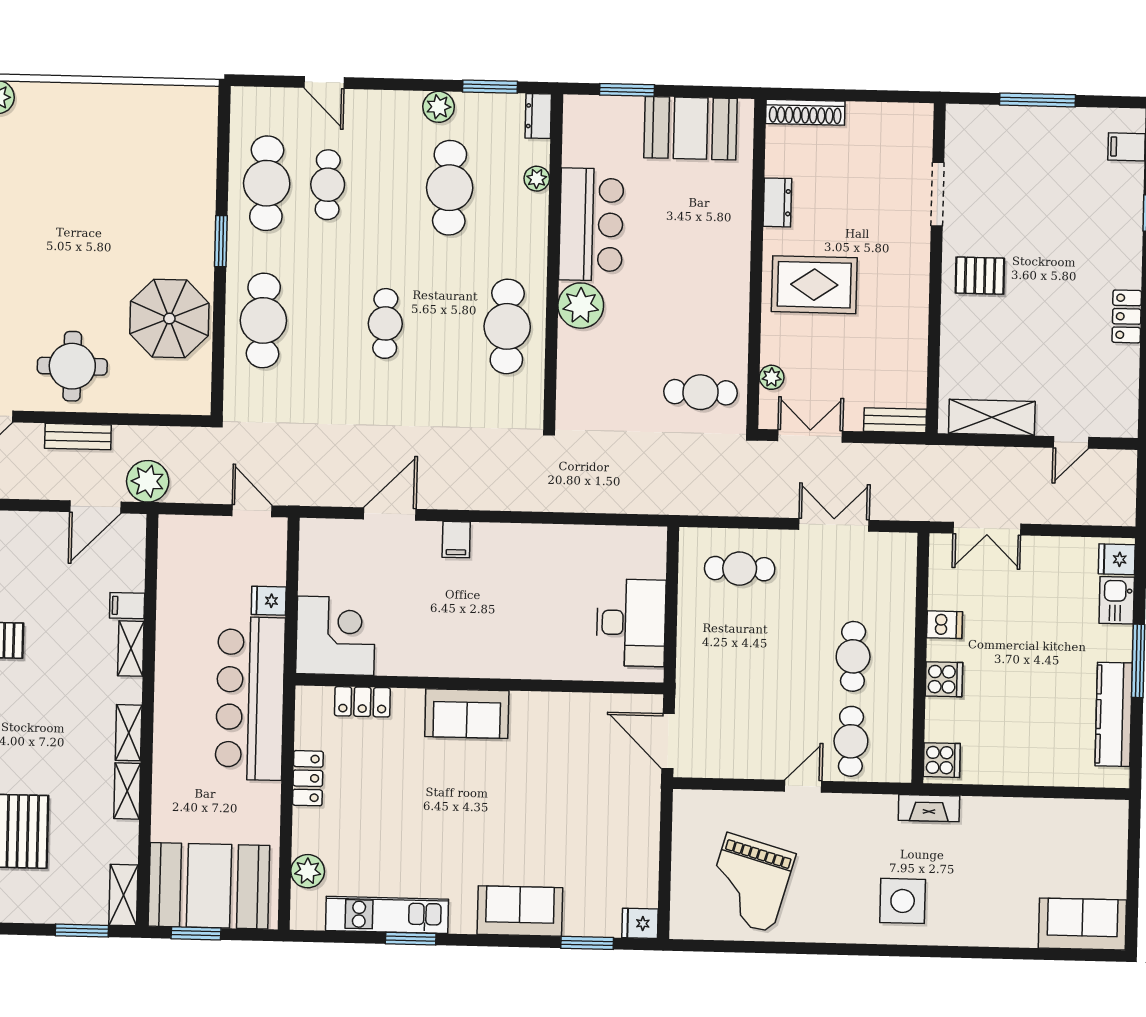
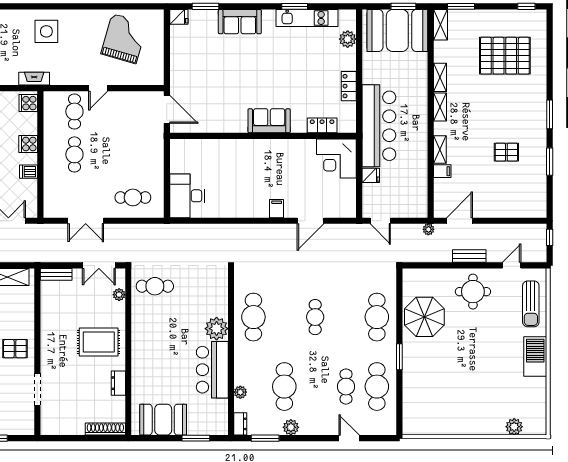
plant: (148, 481) -> (428, 229), width x0.53, depth x0.53
desk: (631, 623) -> (187, 196), moved

